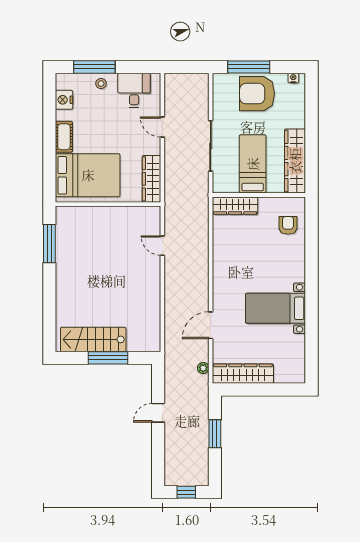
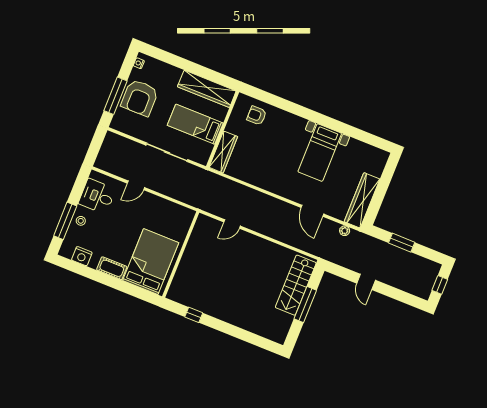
wardrobe: (151, 179) -> (174, 211), removed
window: (49, 244) -> (194, 315), width x0.46
stairs: (93, 339) -> (296, 285), moved

